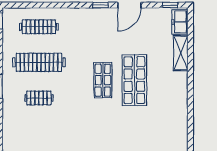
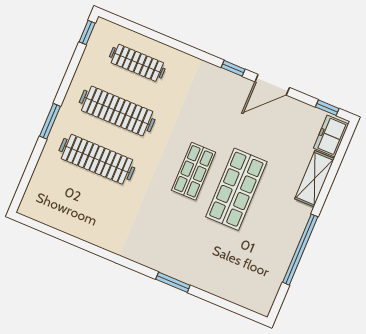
clothes rail: (39, 98) -> (97, 159), width x1.86, depth x1.31
window: (190, 101) -> (300, 250), added

